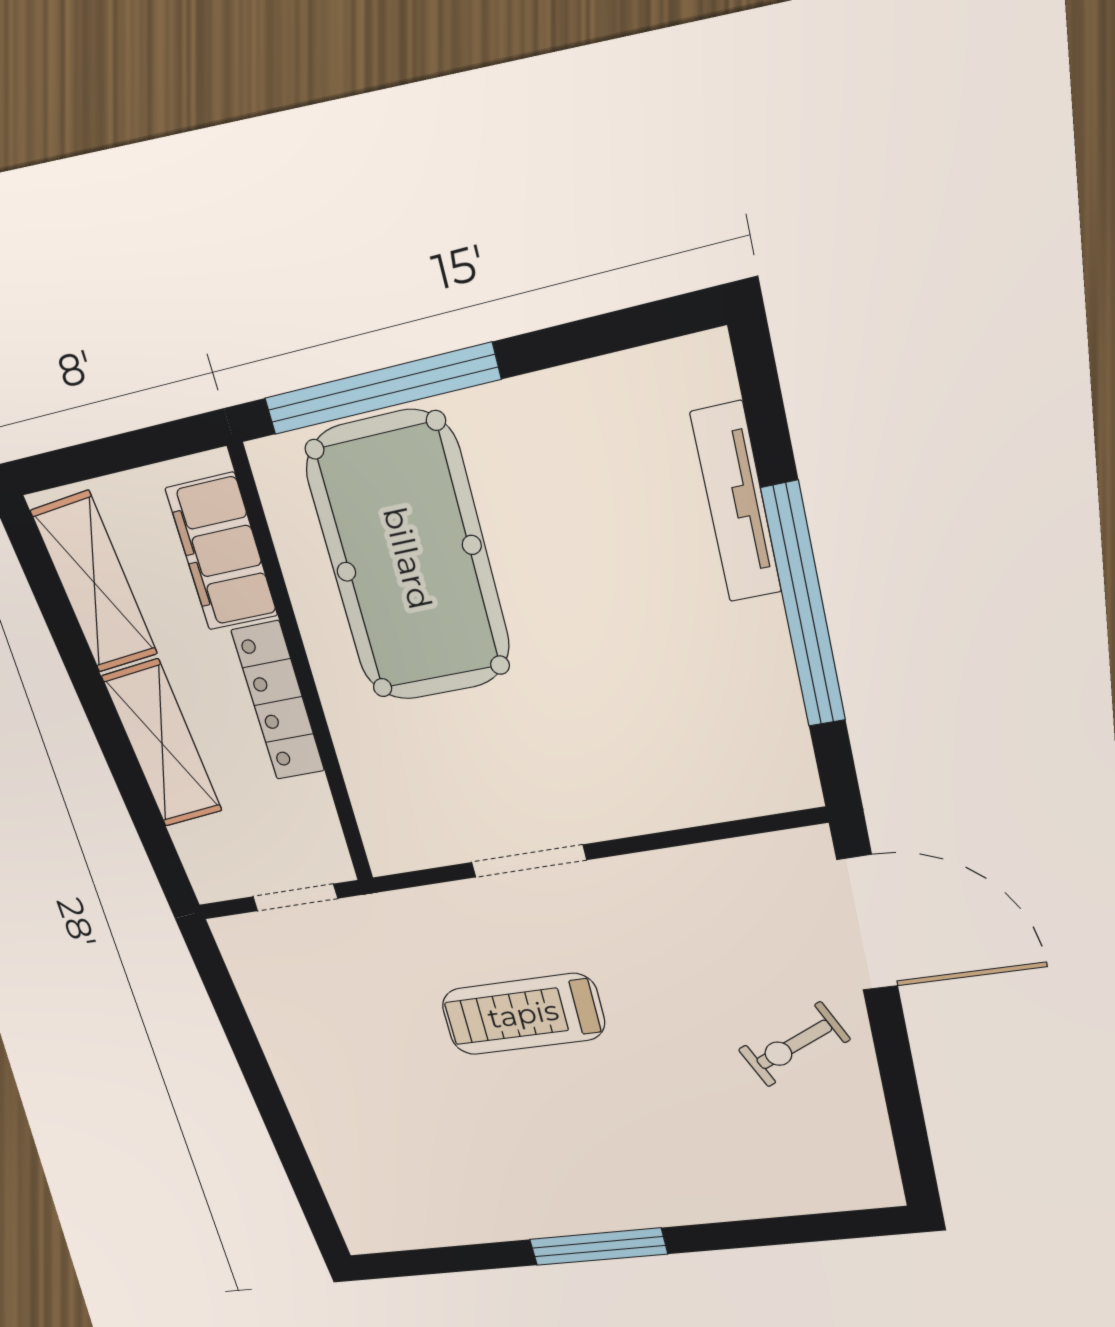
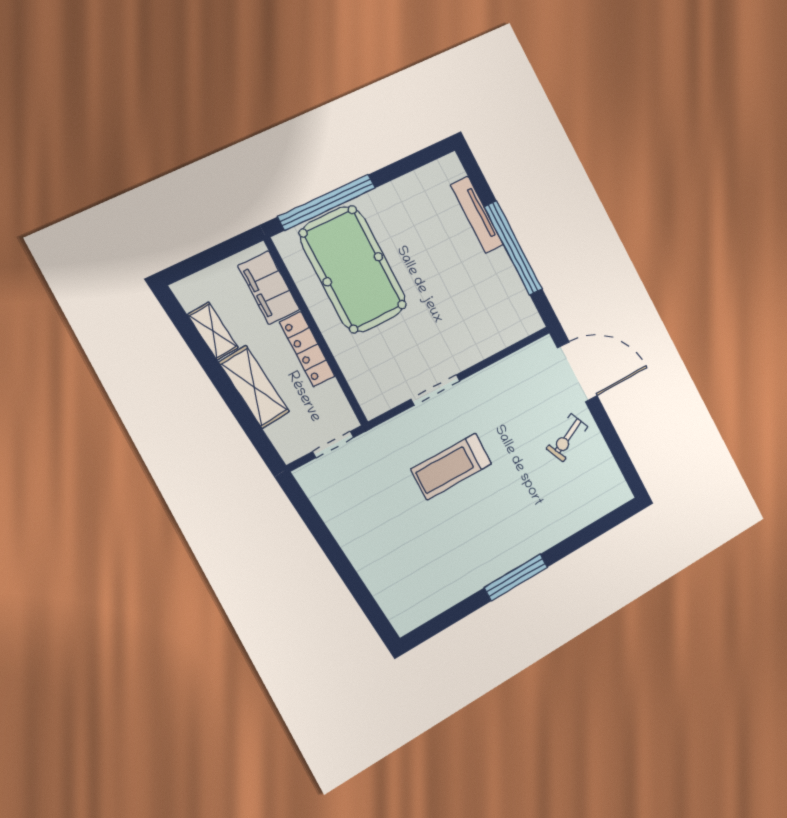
shelving: (94, 583) -> (213, 331), width x0.67, depth x0.75

